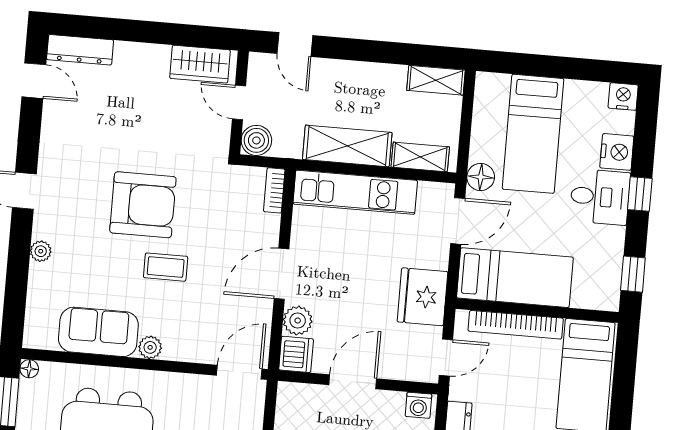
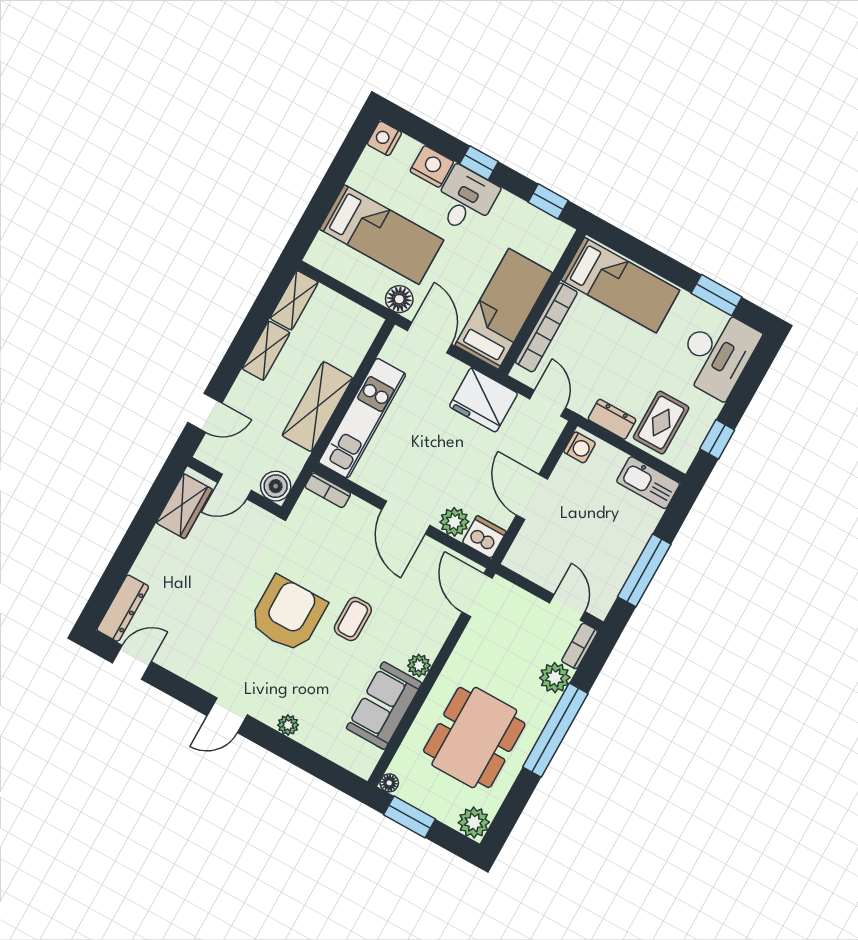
shelving: (420, 157) -> (266, 351), moved

